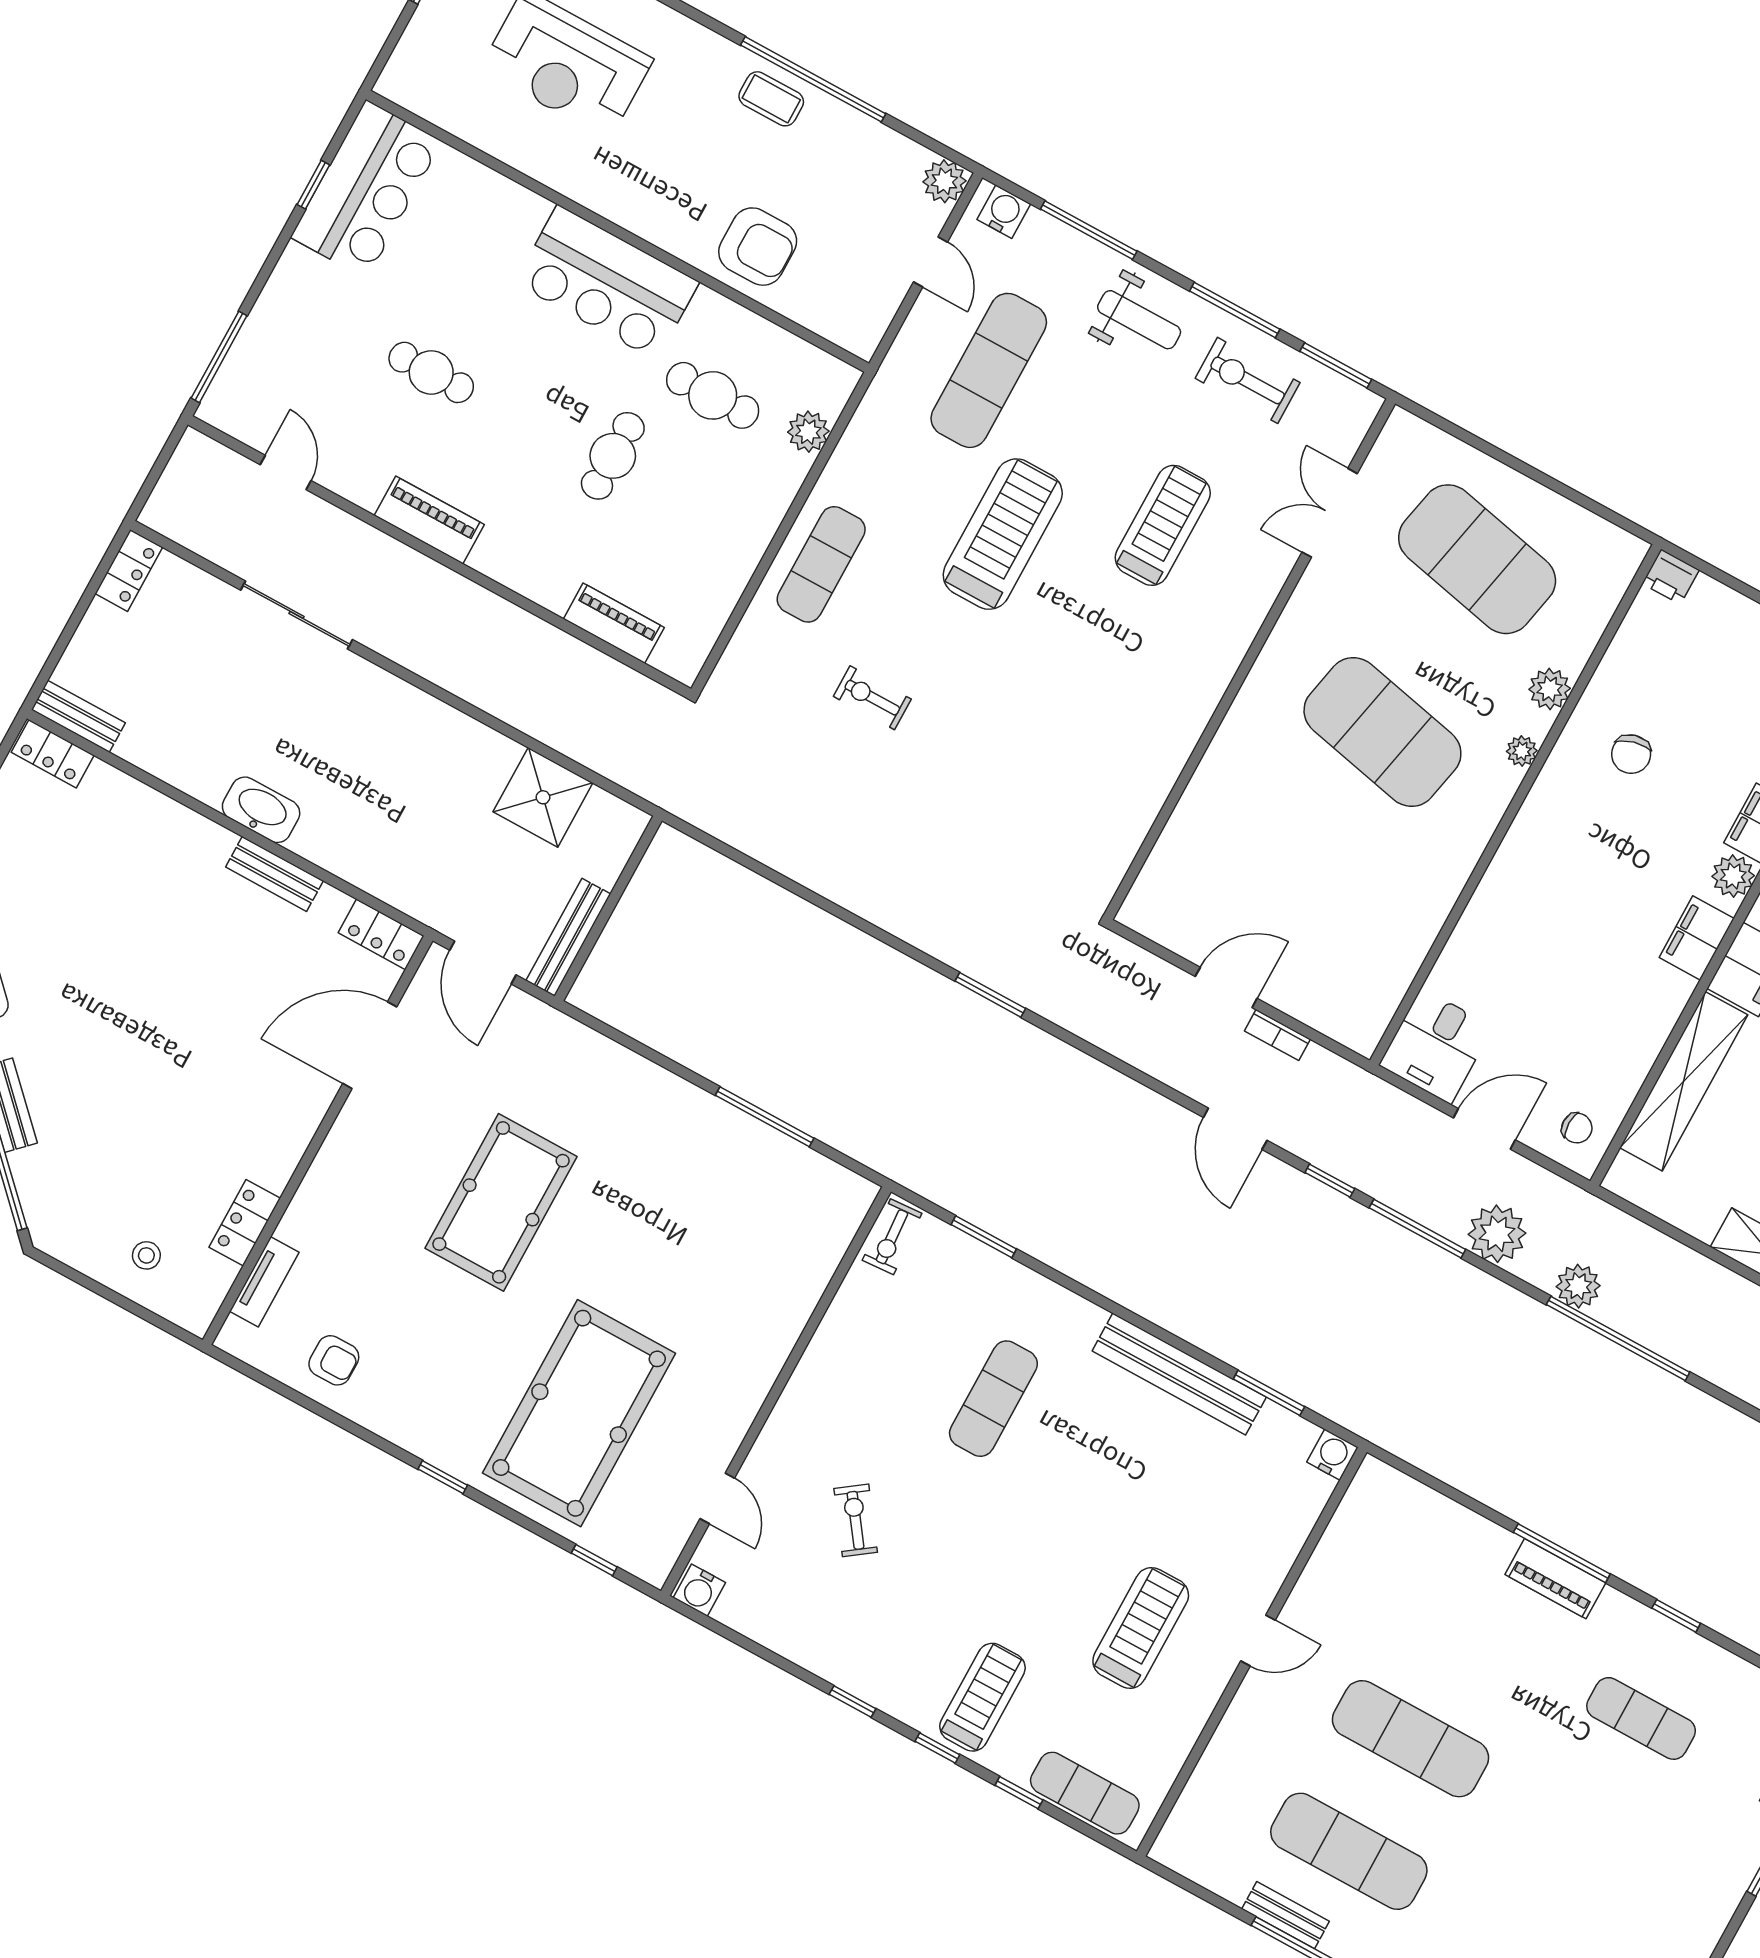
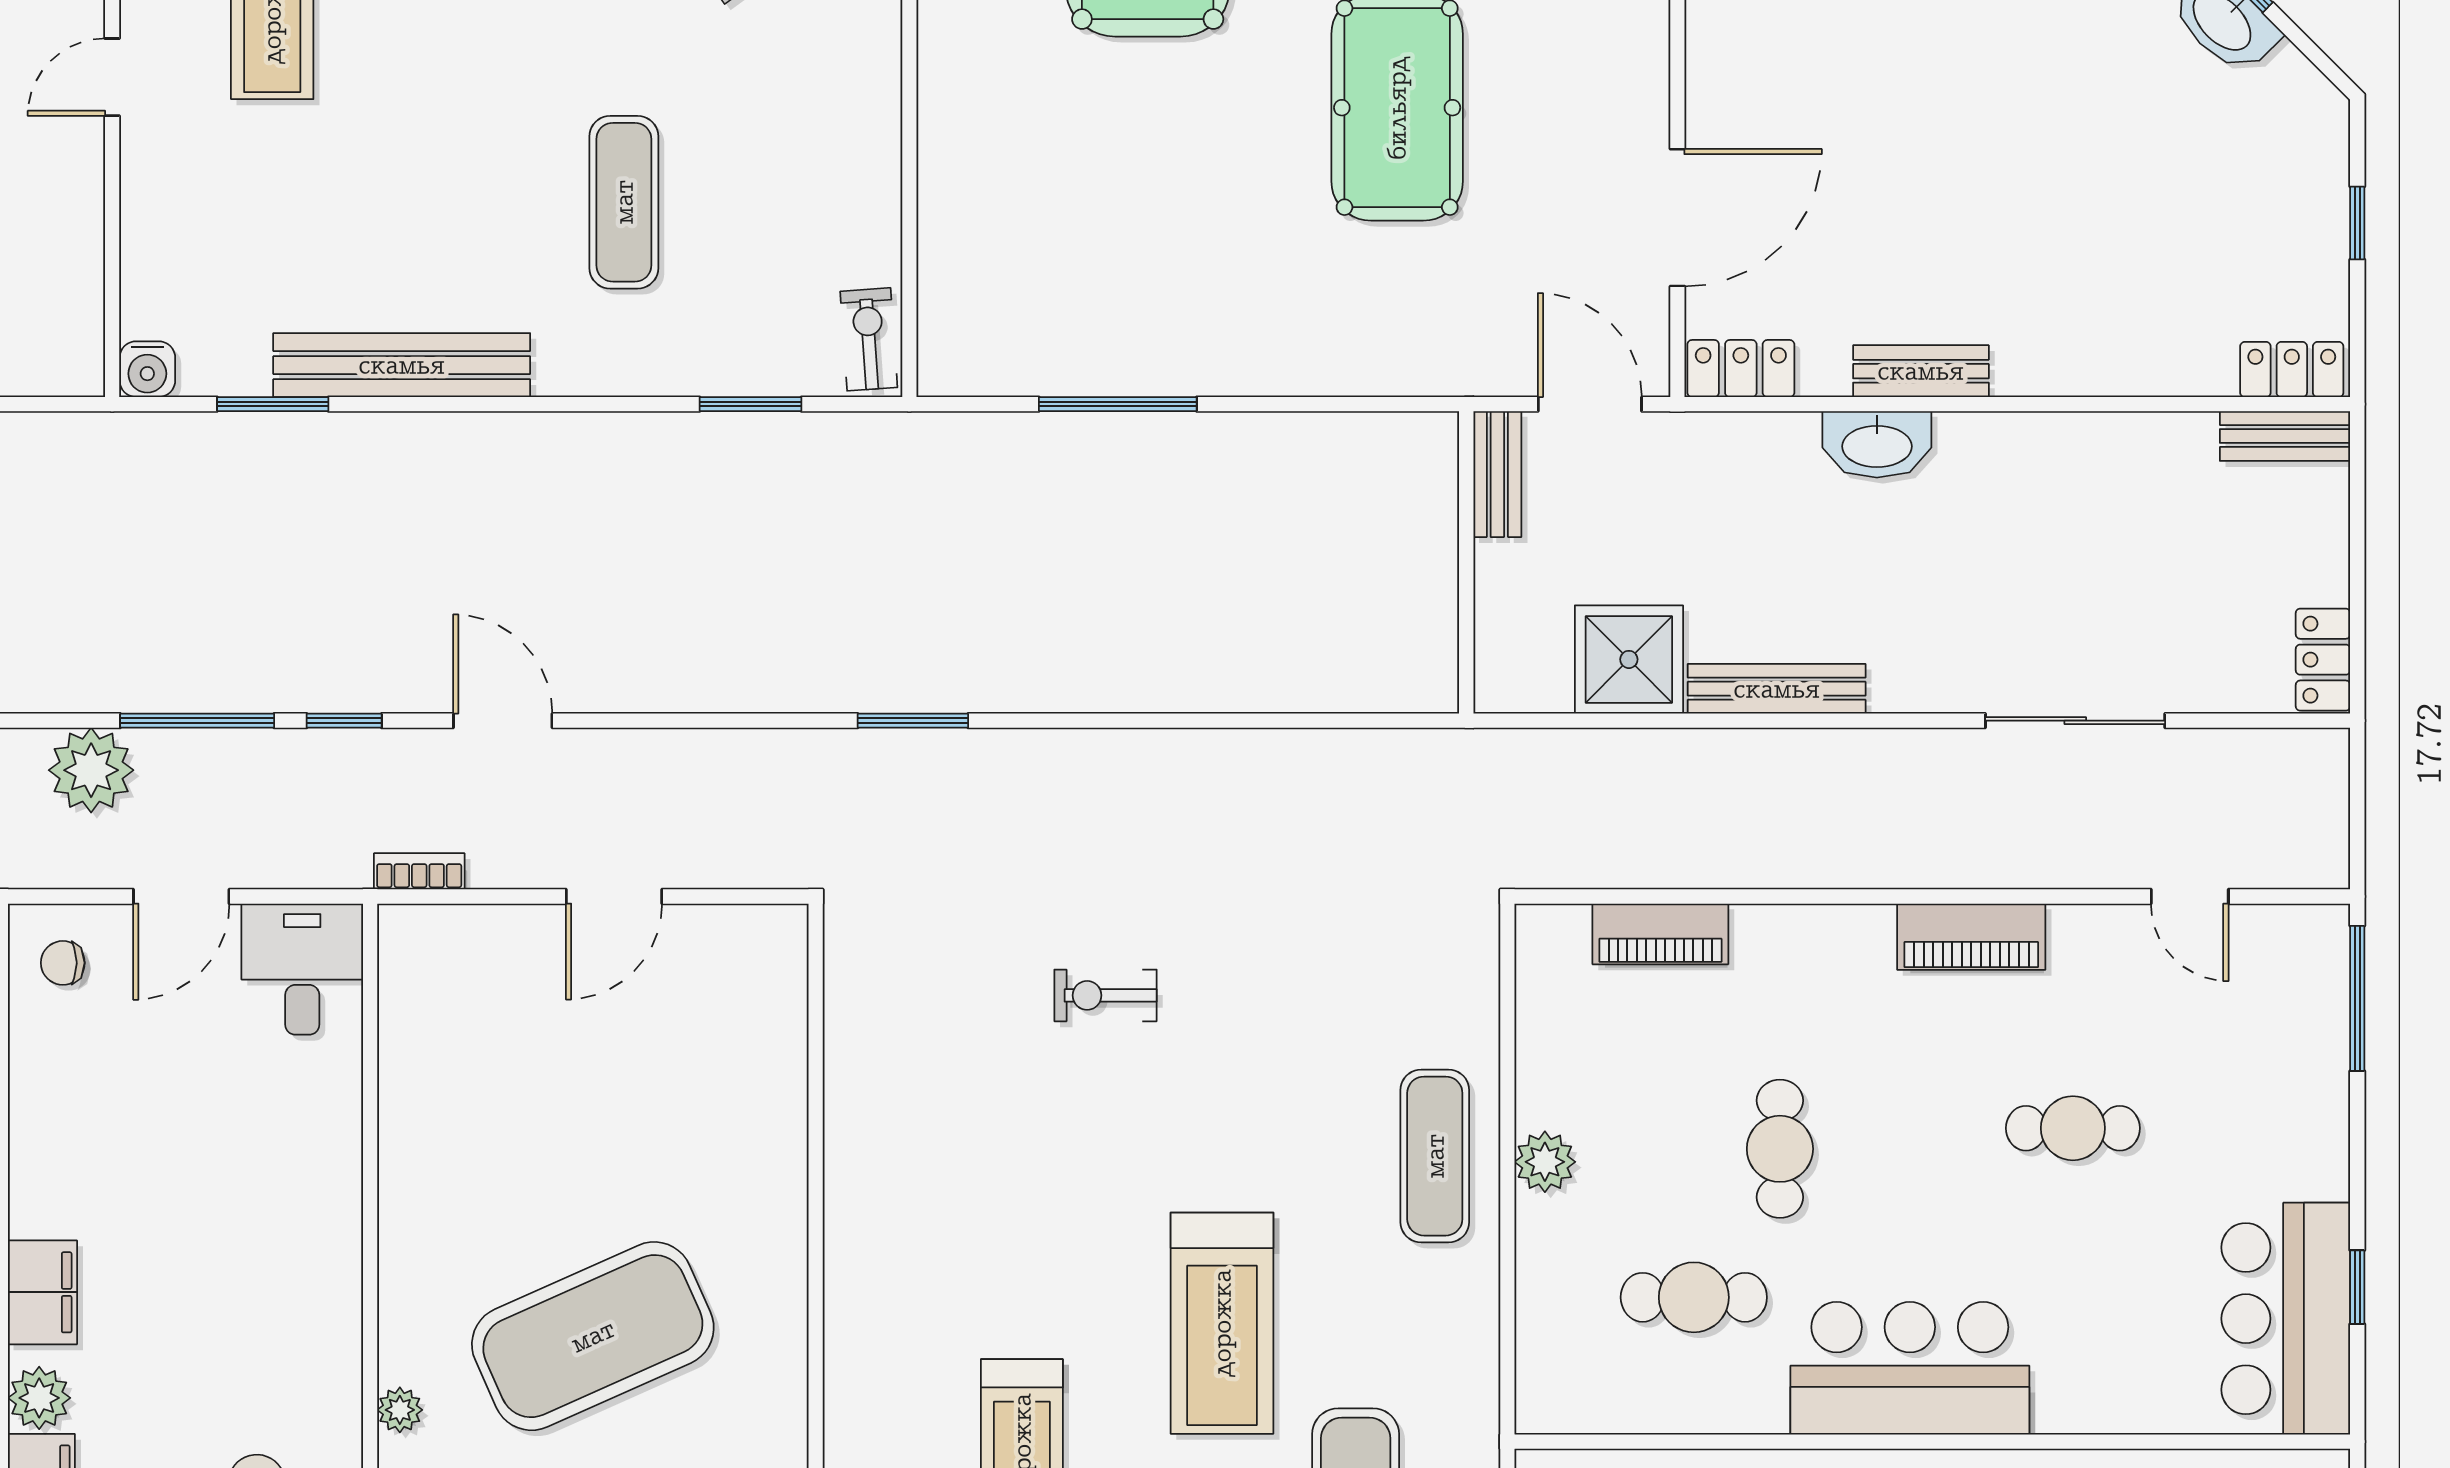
plant: (808, 432) -> (1545, 1162), moved
exercise bike: (872, 698) -> (1105, 995), moved, turned 180
bench: (464, 732) -> (1777, 689), added
exercise mat: (1382, 732) -> (593, 1336), turned -36
washbasin: (261, 810) -> (1877, 444), moved
bench: (568, 937) -> (1497, 474), width x0.73
bookcase: (1277, 1035) -> (419, 871), moved

